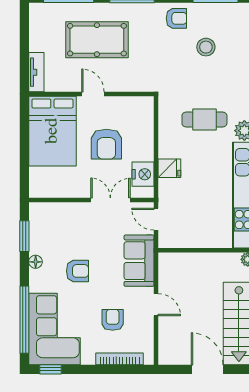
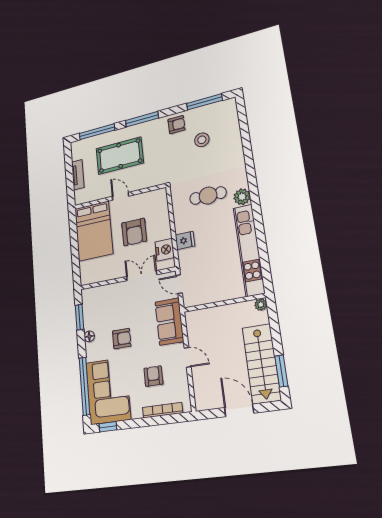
tv unit: (36, 72) -> (78, 175), moved

